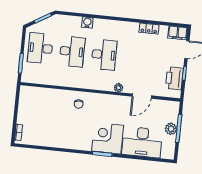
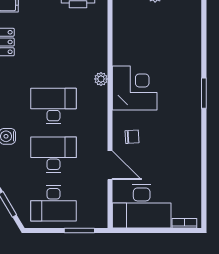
door: (142, 96) -> (110, 165), moved
corner desk: (108, 138) -> (135, 88), moved, turned 180
desk: (142, 142) -> (142, 206), moved, turned 90

